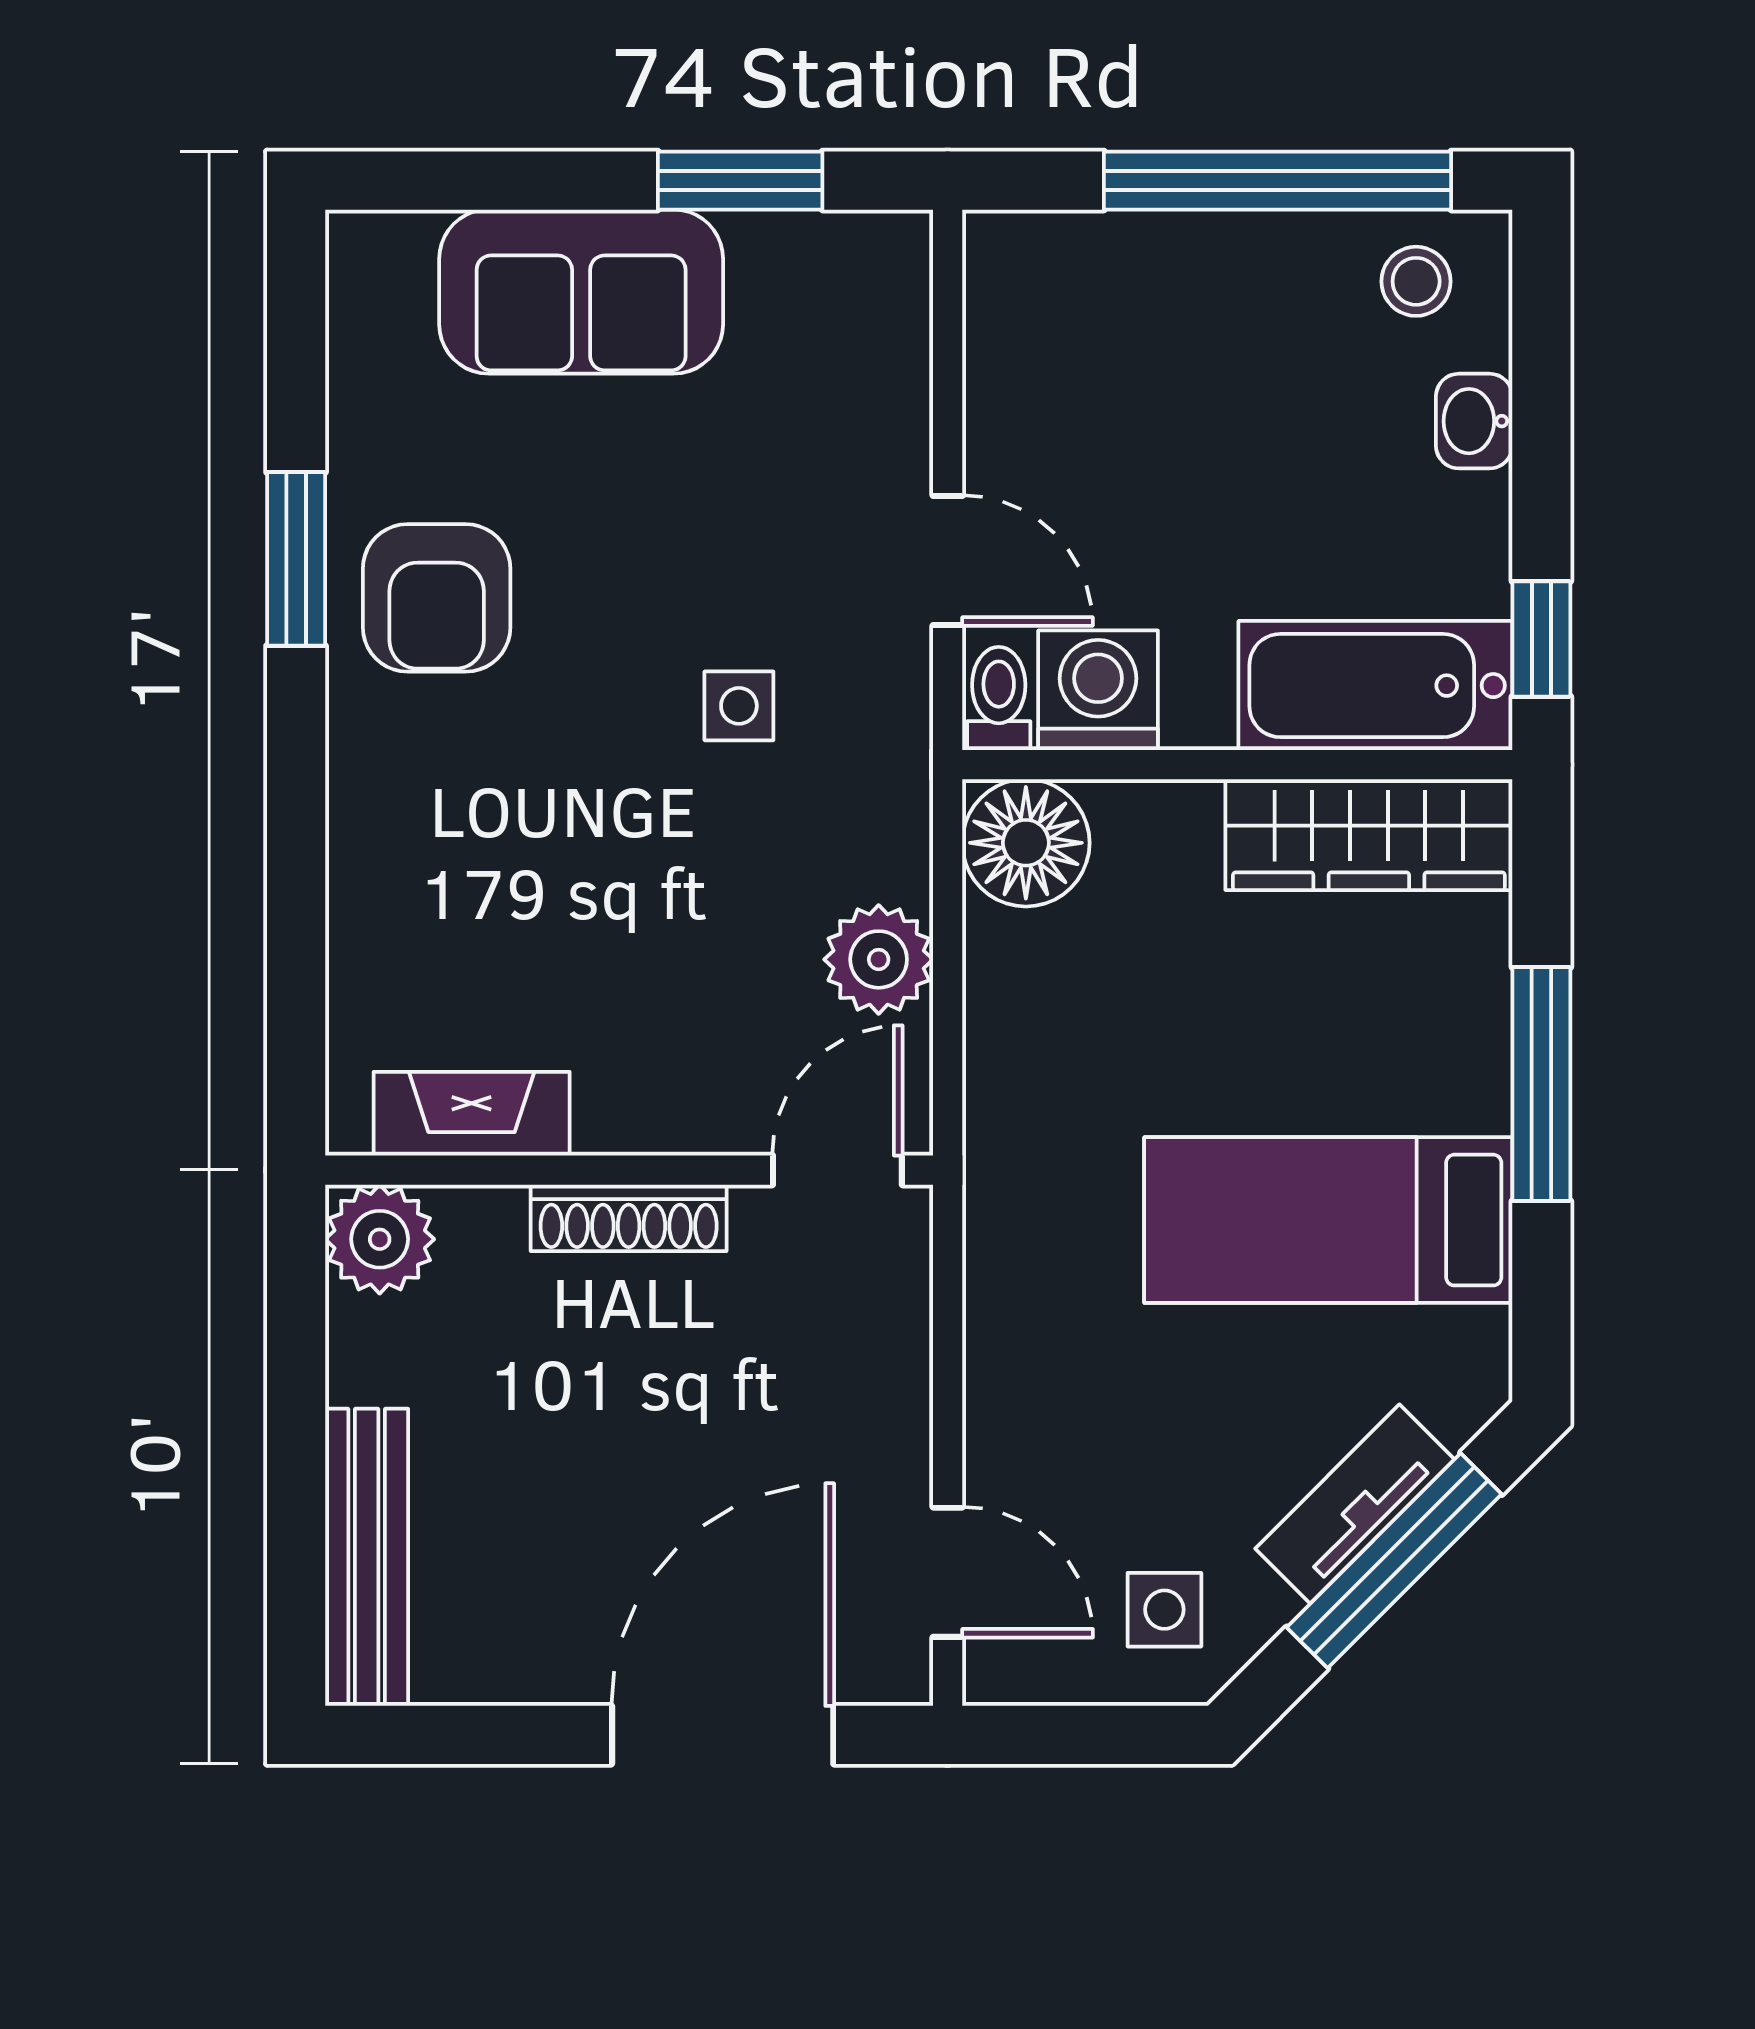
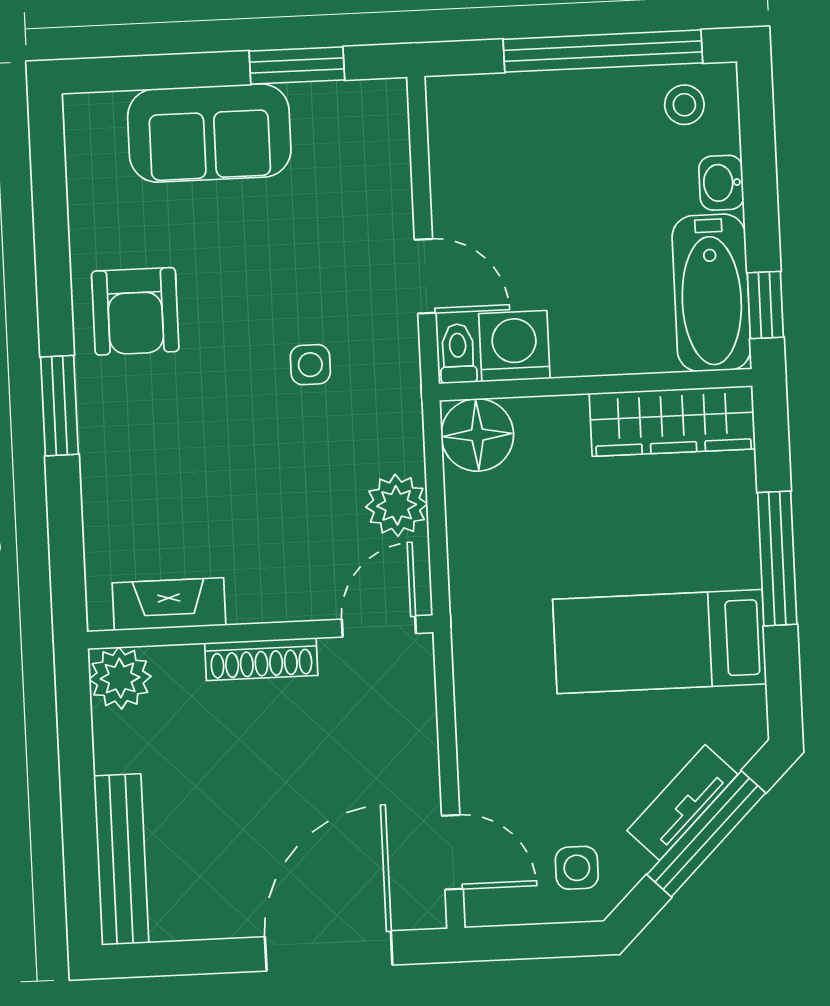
window: (296, 559) -> (59, 406), moved
bathtub: (1375, 686) -> (711, 293), moved, turned -90

